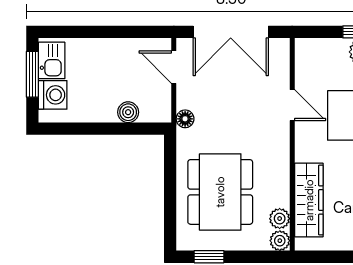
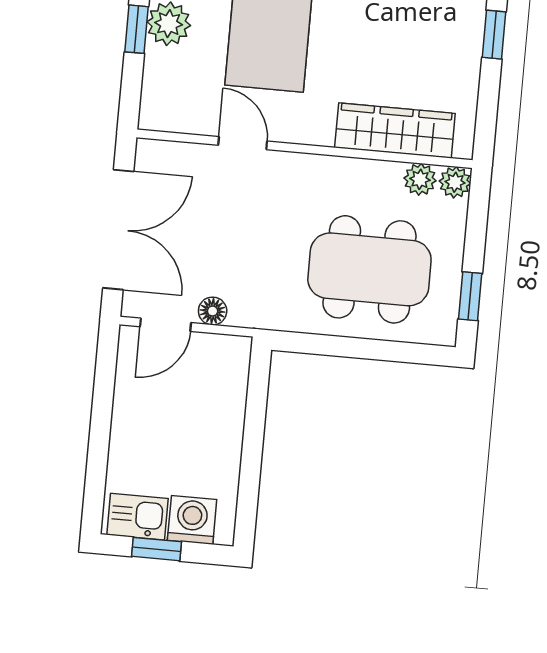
window: (32, 74) -> (157, 549), width x0.67
door: (292, 105) -> (243, 143), hinge flipped
boiler: (128, 112) -> (230, 403), removed
floor lamp: (185, 119) -> (213, 311), moved

